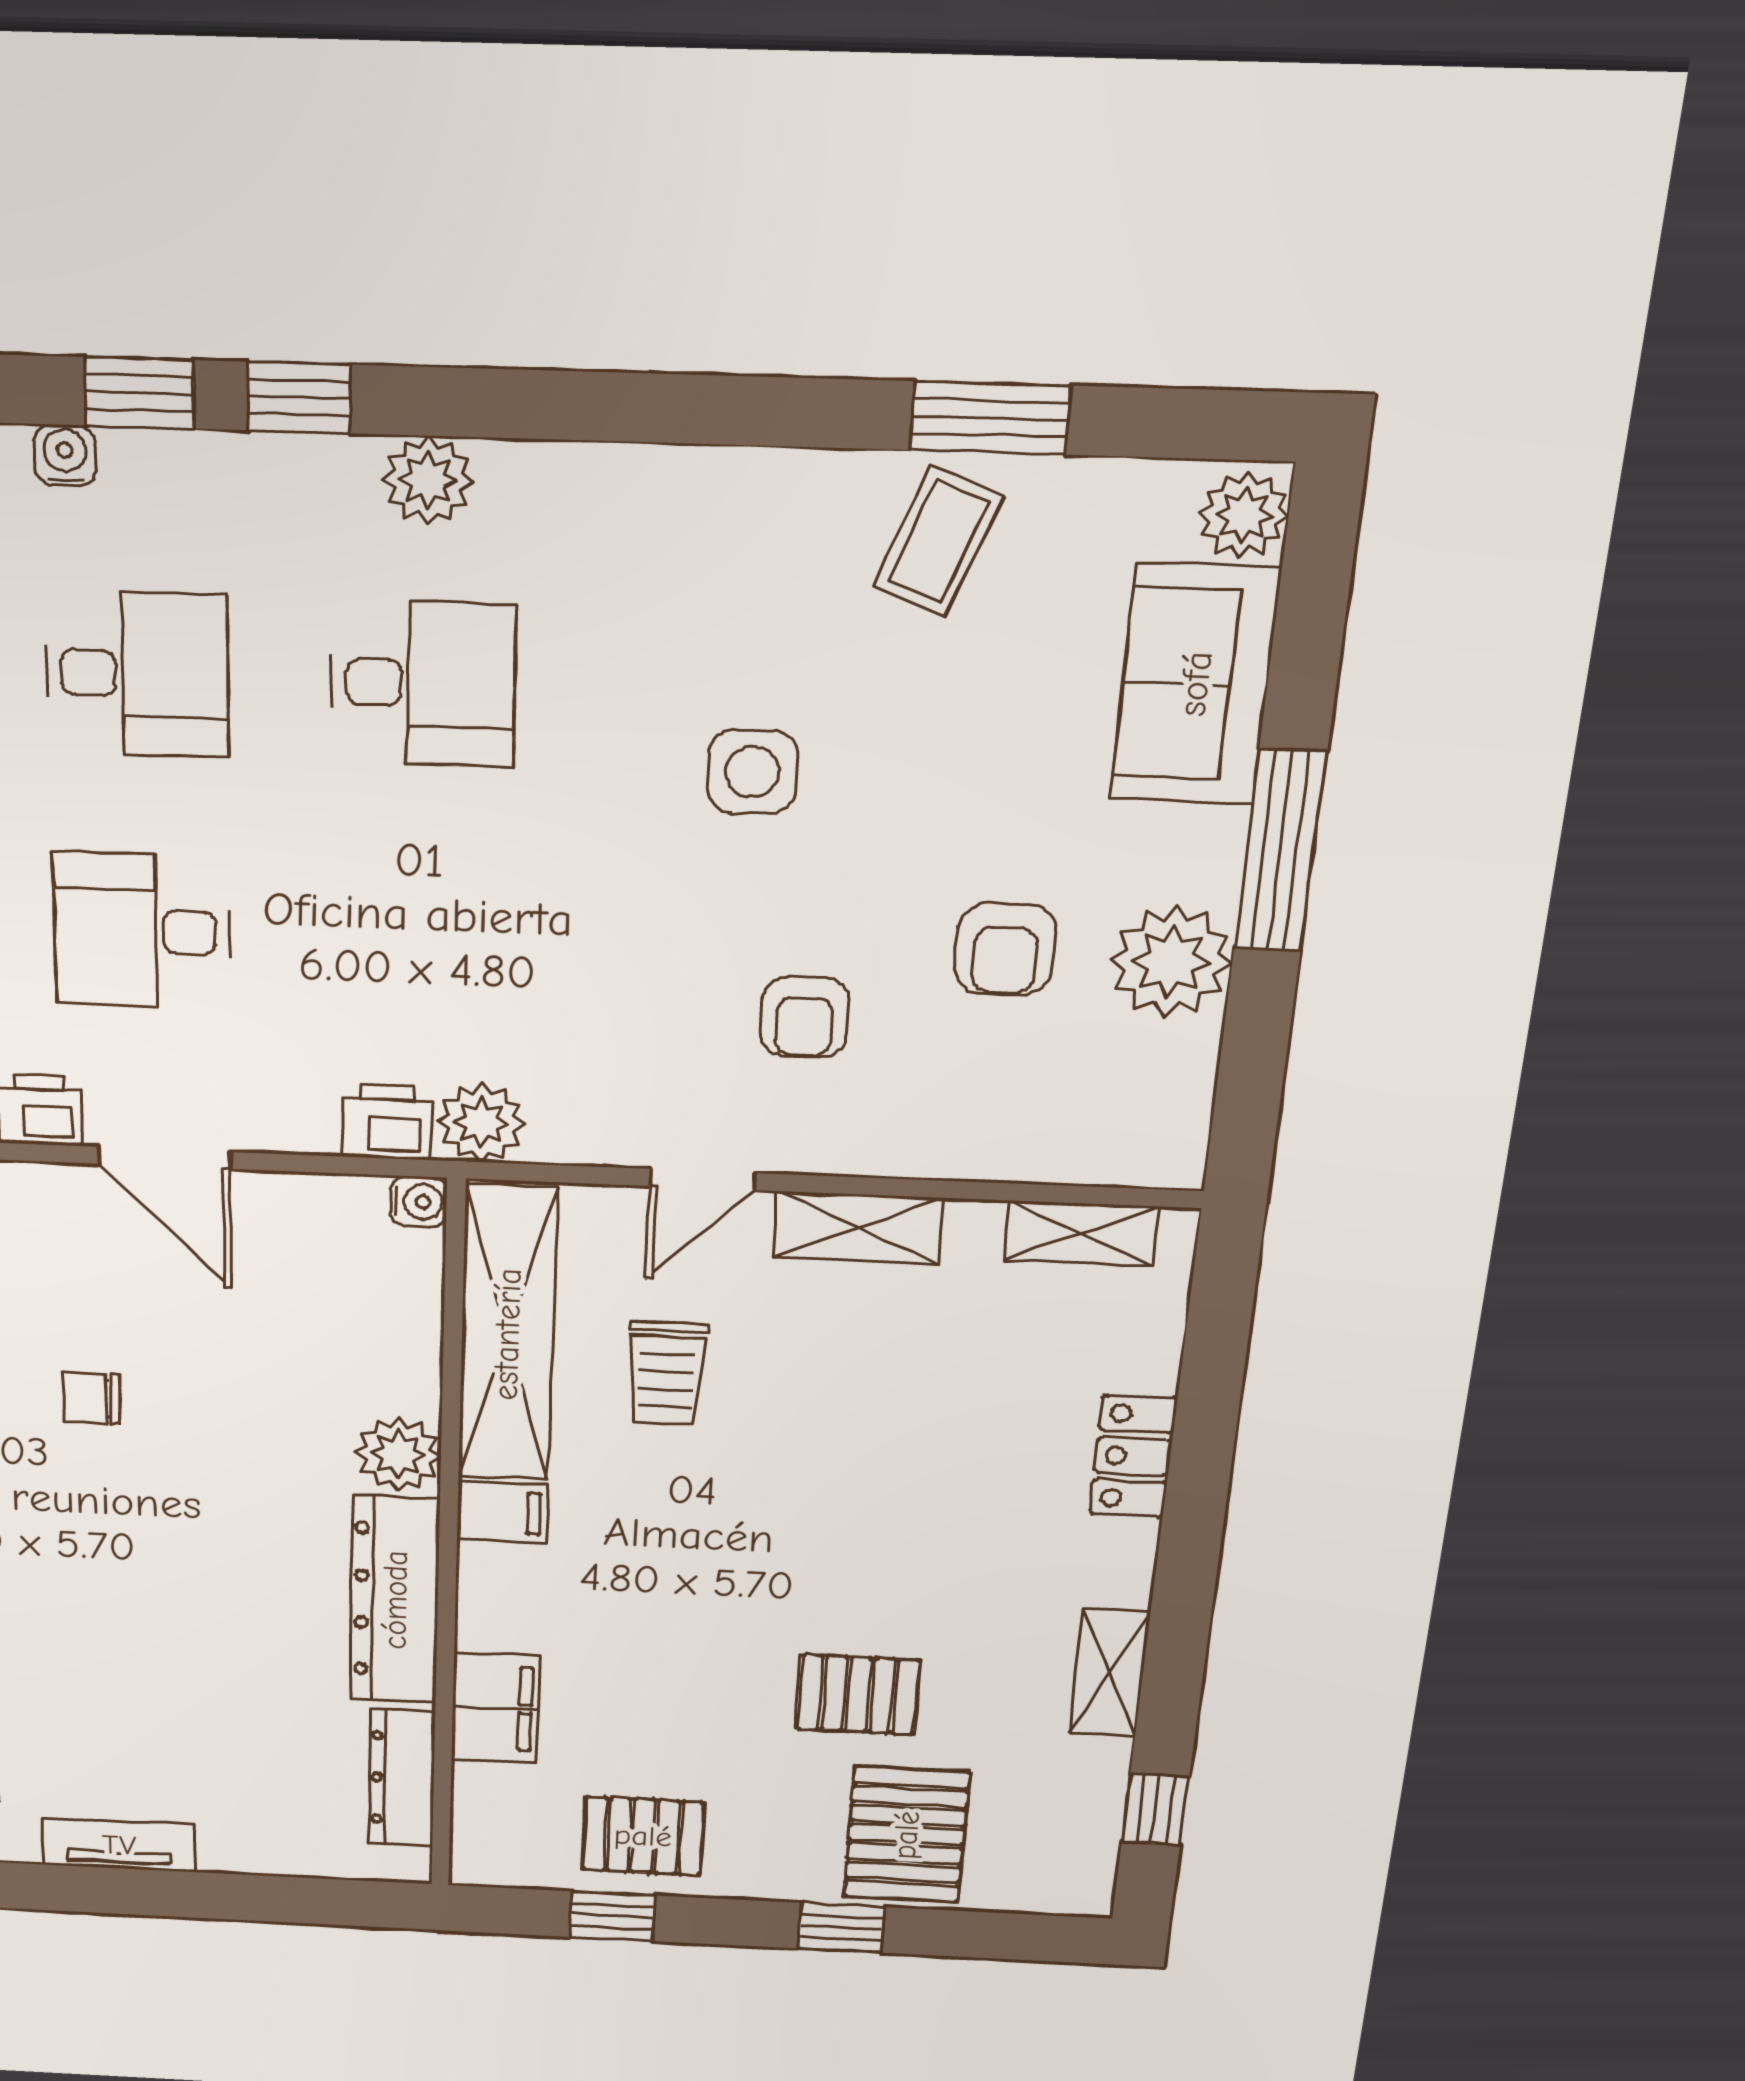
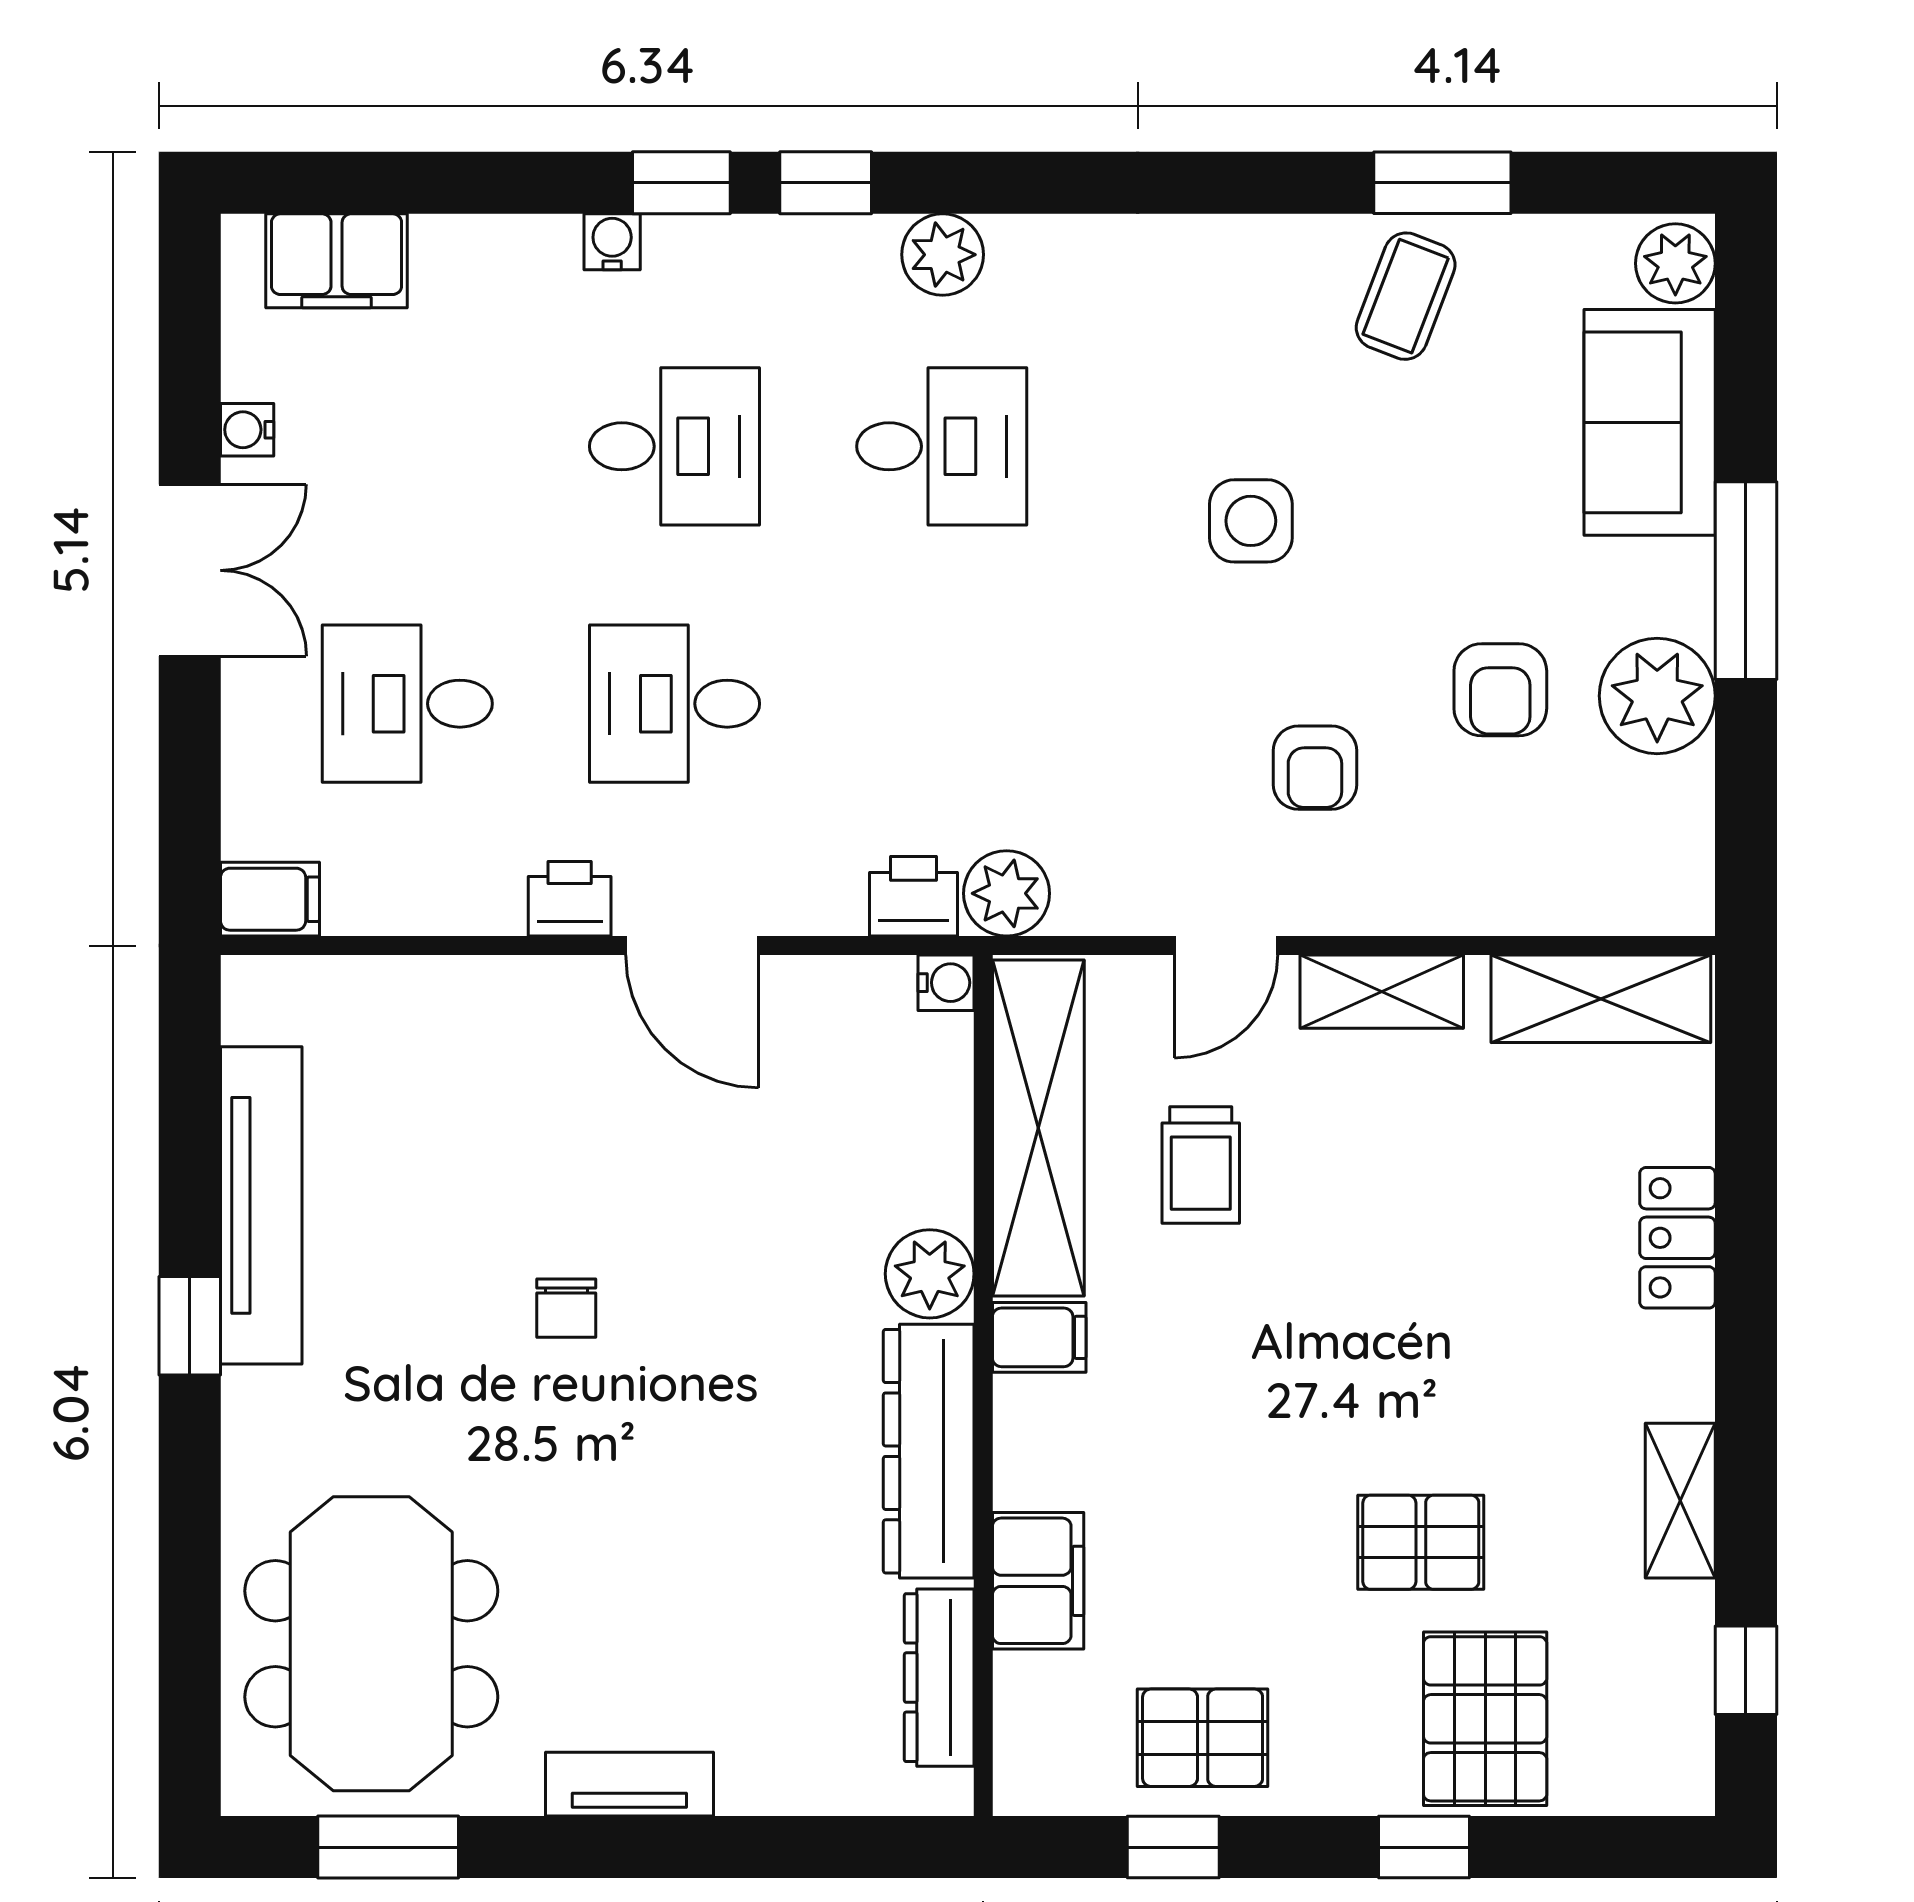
shelving: (1081, 1233) -> (1601, 999), width x1.50, depth x1.33
chair: (91, 1398) -> (566, 1308), moved, turned -90

